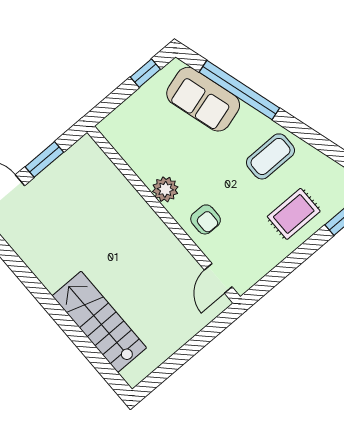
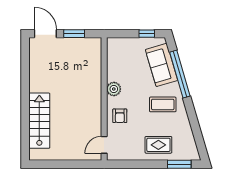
coffee table: (270, 156) -> (163, 104), moved

